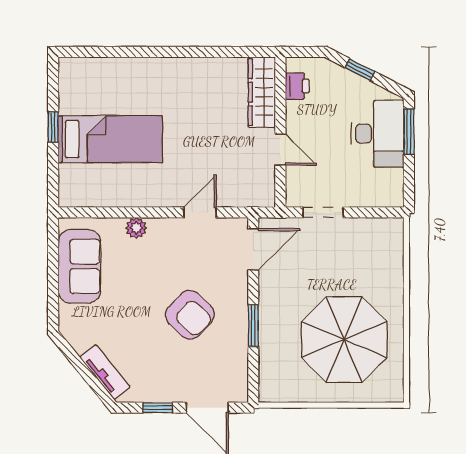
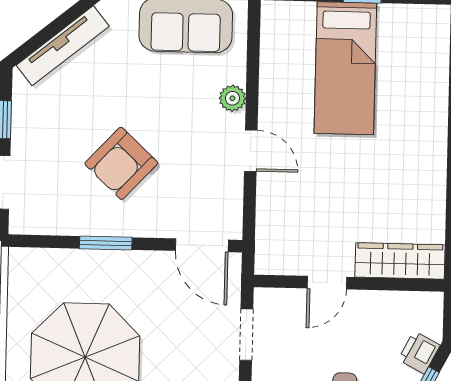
printer: (297, 86) -> (419, 352), moved, turned 117
door: (200, 212) -> (251, 151), moved
tv unit: (105, 372) -> (63, 46), width x1.41

